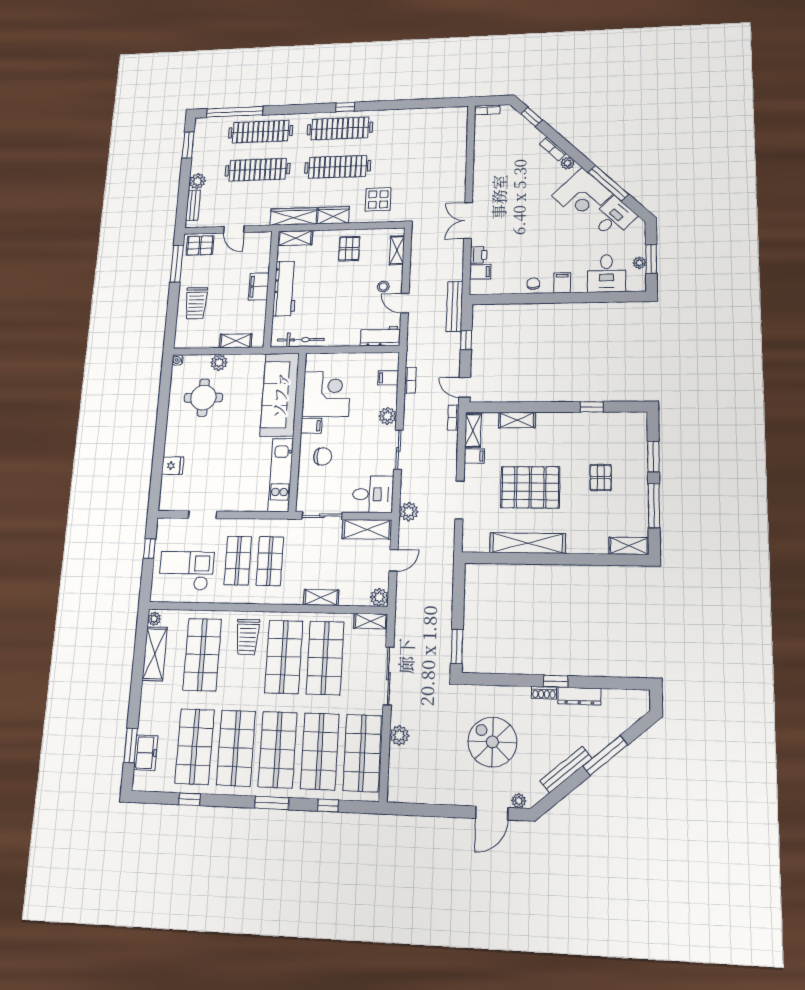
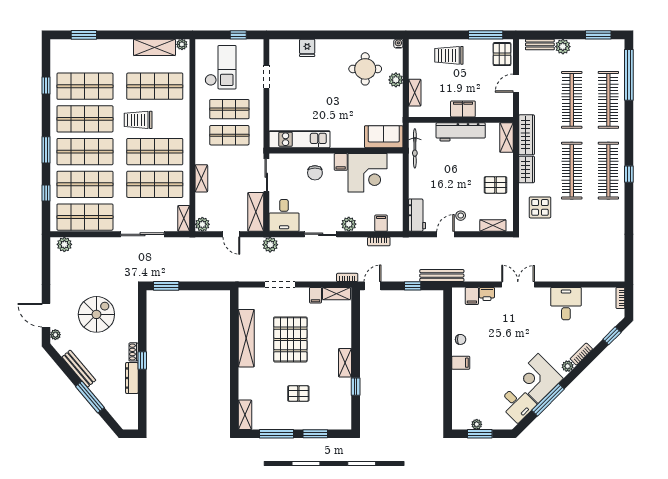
desk: (606, 273) -> (566, 304), moved, turned 90
sofa: (280, 395) -> (384, 137), width x0.54, depth x0.79
shelving: (517, 420) -> (345, 363), moved
trolley: (247, 637) -> (138, 120), moved
plant: (399, 735) -> (64, 244), moved
freezer: (146, 753) -> (79, 48), removed

